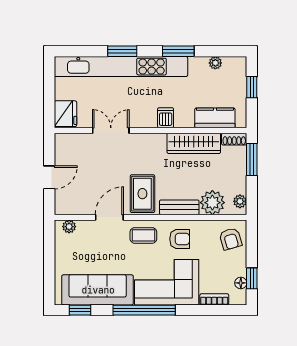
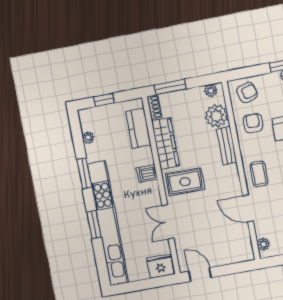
door: (49, 177) -> (200, 274), moved
rug: (142, 194) -> (185, 182), moved
armchair: (180, 239) -> (253, 123), moved

